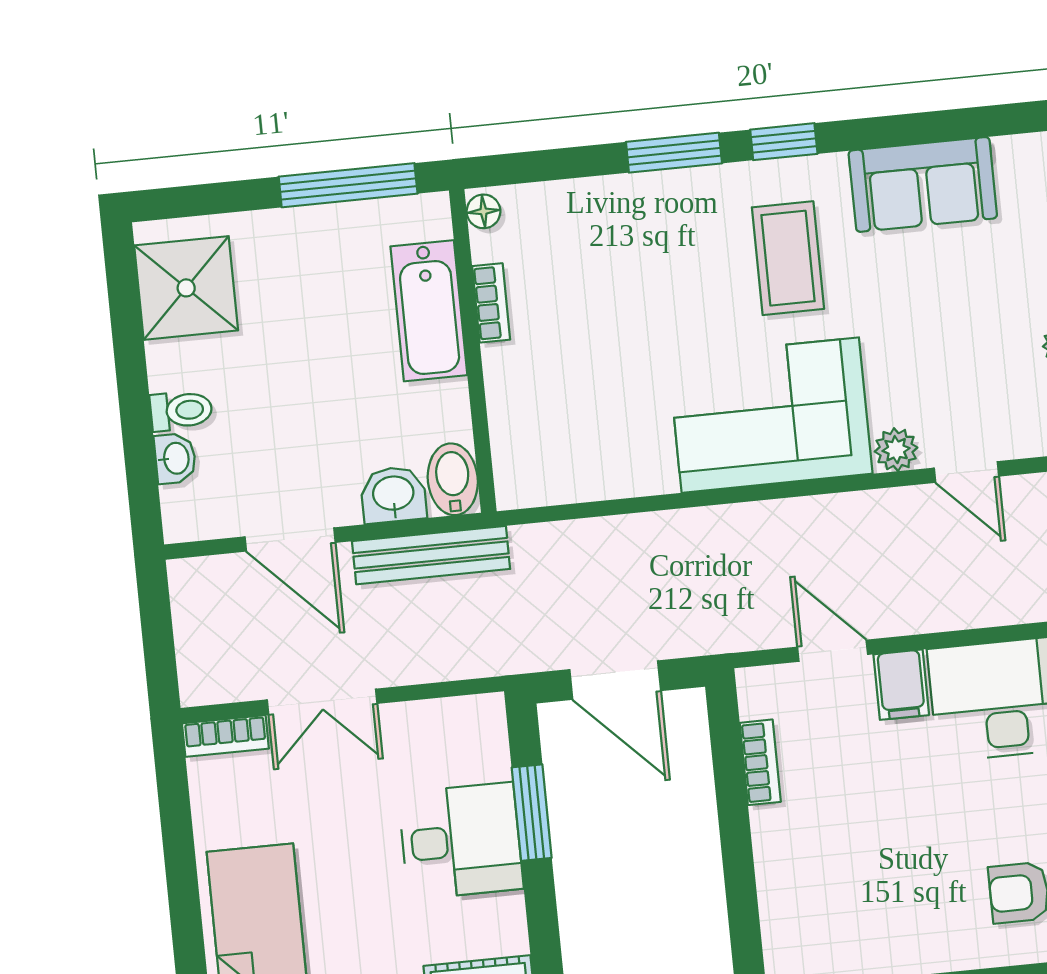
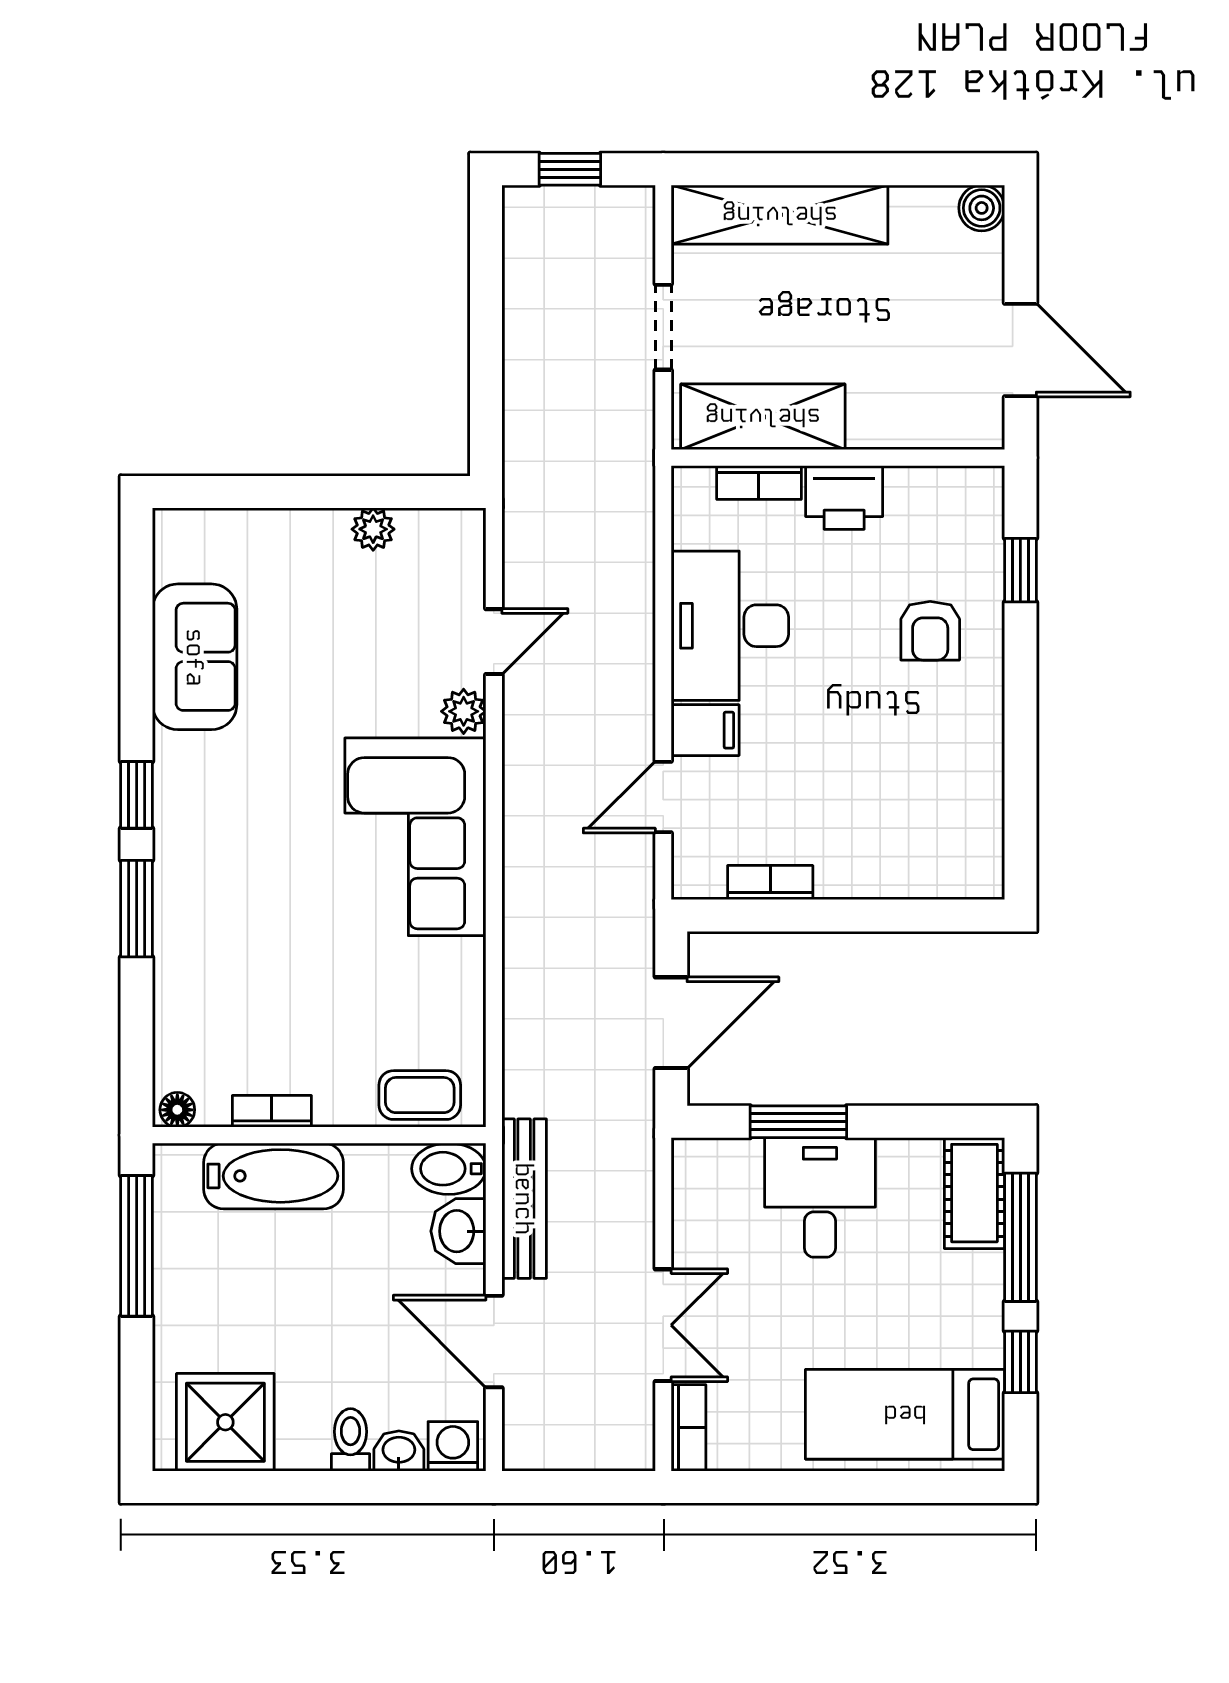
coffee table: (788, 258) -> (420, 1095), moved, width x0.73, depth x0.77
washing machine: (185, 510) -> (453, 1446), added
door: (290, 540) -> (494, 1342), swing flipped

